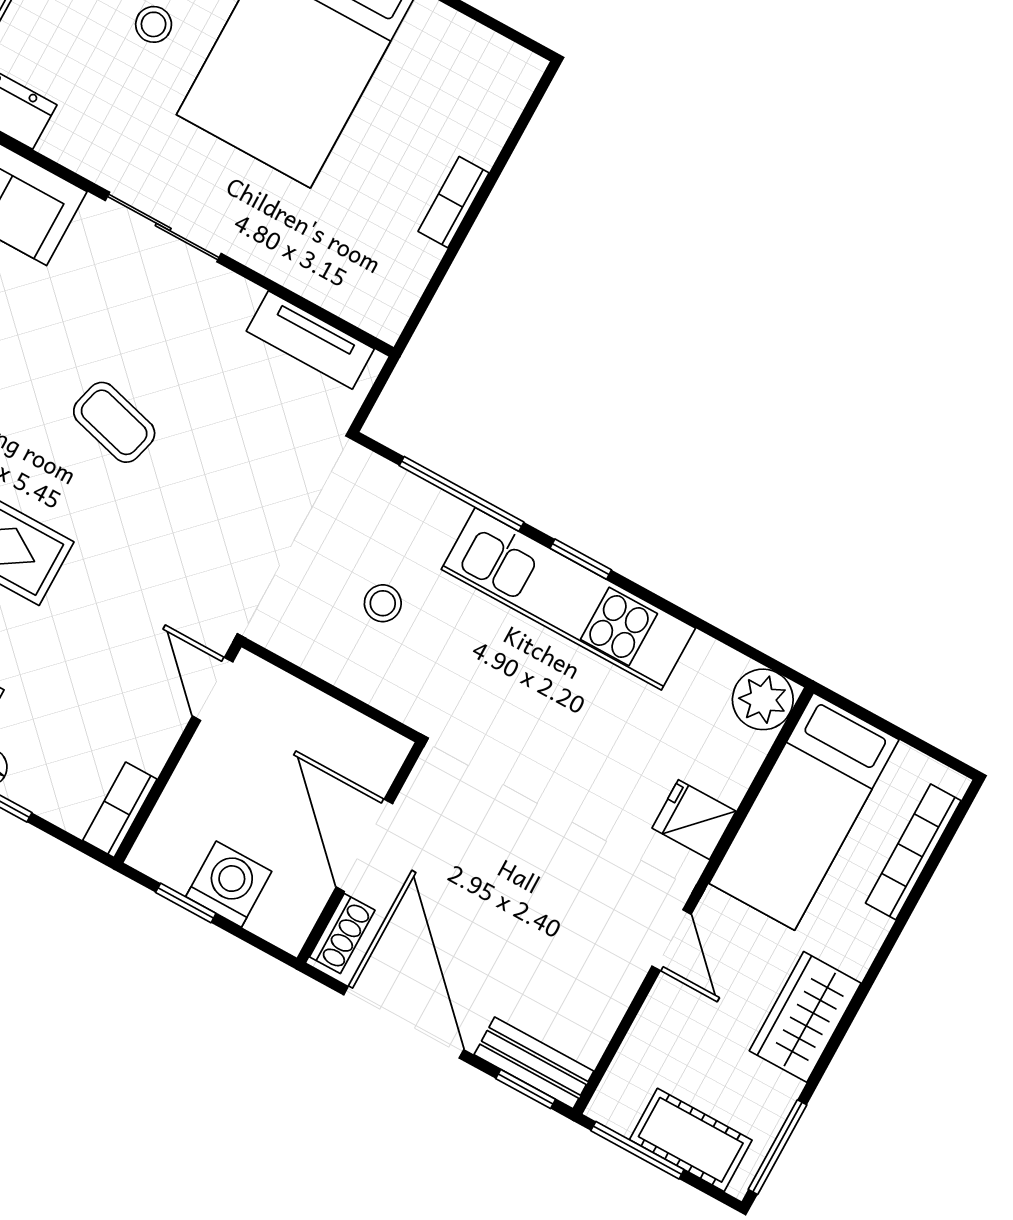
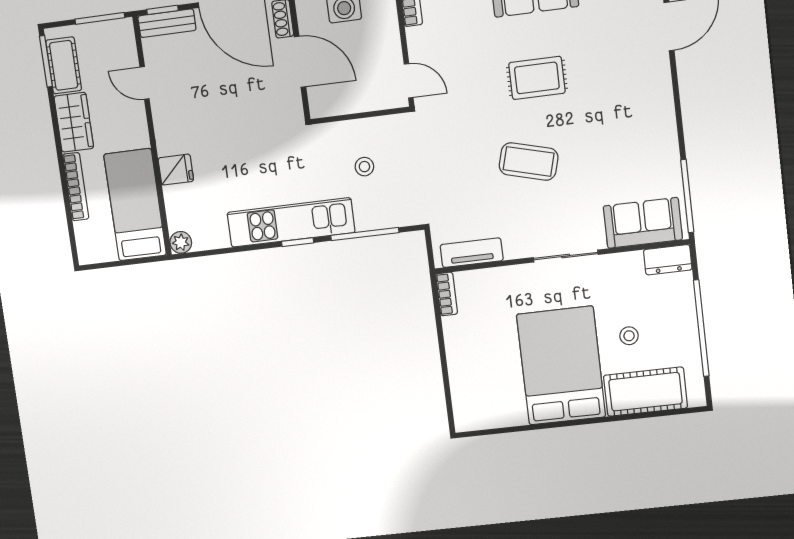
bookcase: (454, 202) -> (447, 294), moved
coffee table: (114, 422) -> (529, 161), width x1.36, depth x1.30
plant: (763, 699) -> (181, 242), width x0.73, depth x0.73
bookcase: (913, 852) -> (76, 187), moved
door: (672, 940) -> (144, 83), moved
cot: (691, 1140) -> (64, 65), moved, turned 90

